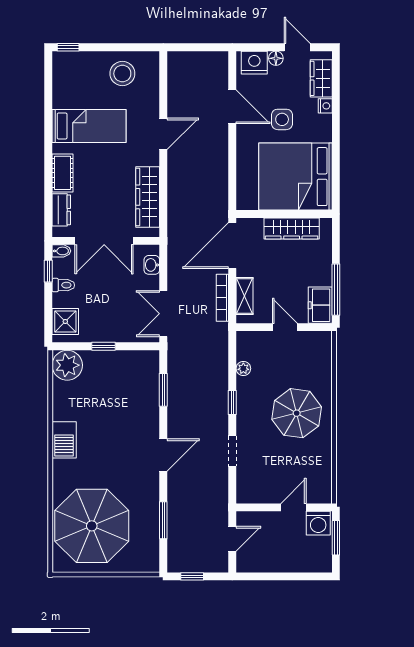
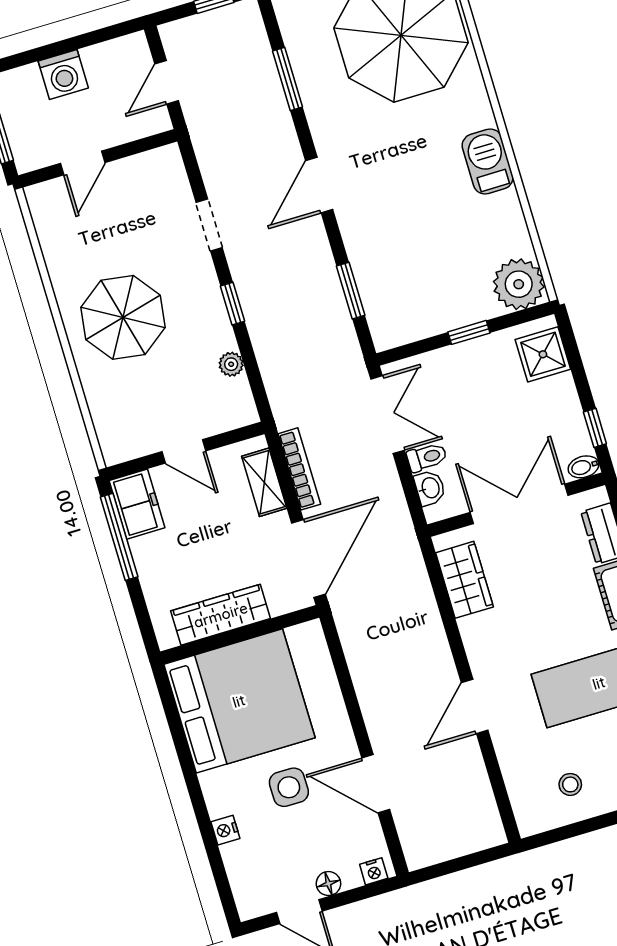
nightstand: (254, 63) -> (374, 871), width x0.53, depth x0.56
stool: (122, 74) -> (570, 784), width x0.53, depth x0.53
wardrobe: (321, 78) -> (245, 873), removed
wardrobe: (148, 197) -> (464, 580), width x0.67
toilet: (63, 285) -> (427, 457), moved, turned 180
washing machine: (318, 523) -> (63, 75), moved, turned 180

